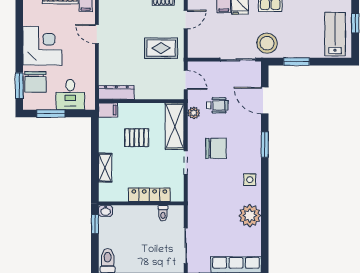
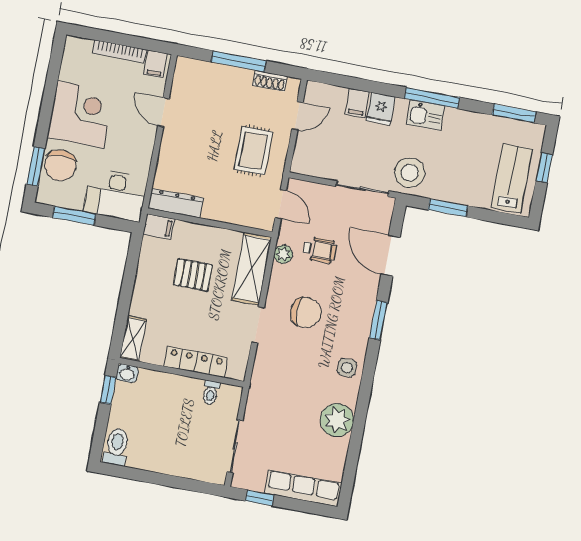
rug: (161, 48) -> (253, 151), turned 90
desk: (70, 95) -> (115, 195), width x1.37
shelving: (105, 168) -> (133, 339), moved

